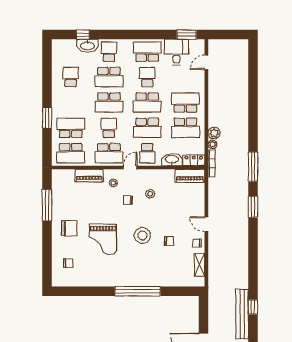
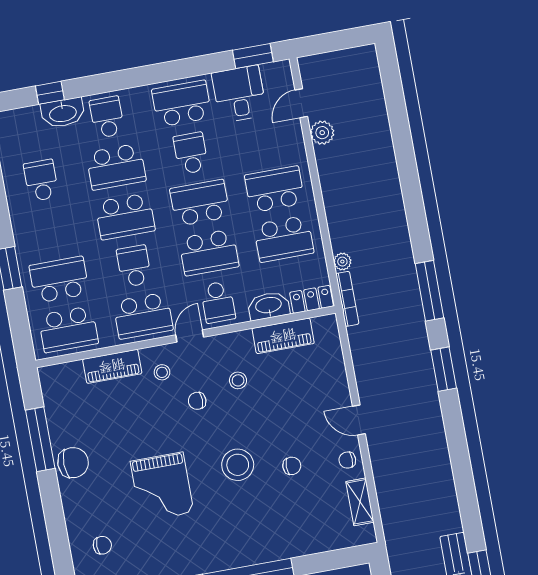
school desk: (147, 102) -> (200, 203), turned 180
plant: (214, 133) -> (322, 133), moved
piano: (190, 176) -> (283, 336), moved
chair: (69, 228) -> (73, 463), moved

